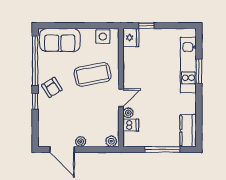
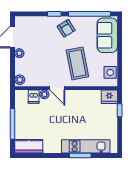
armchair: (52, 87) -> (66, 28), turned -90

